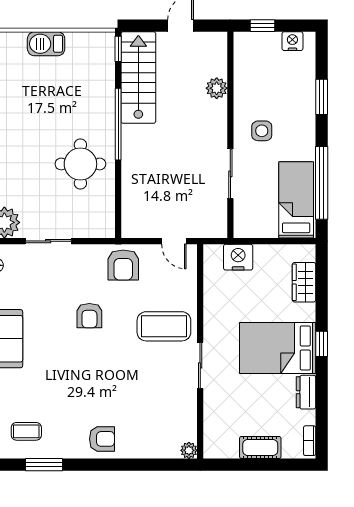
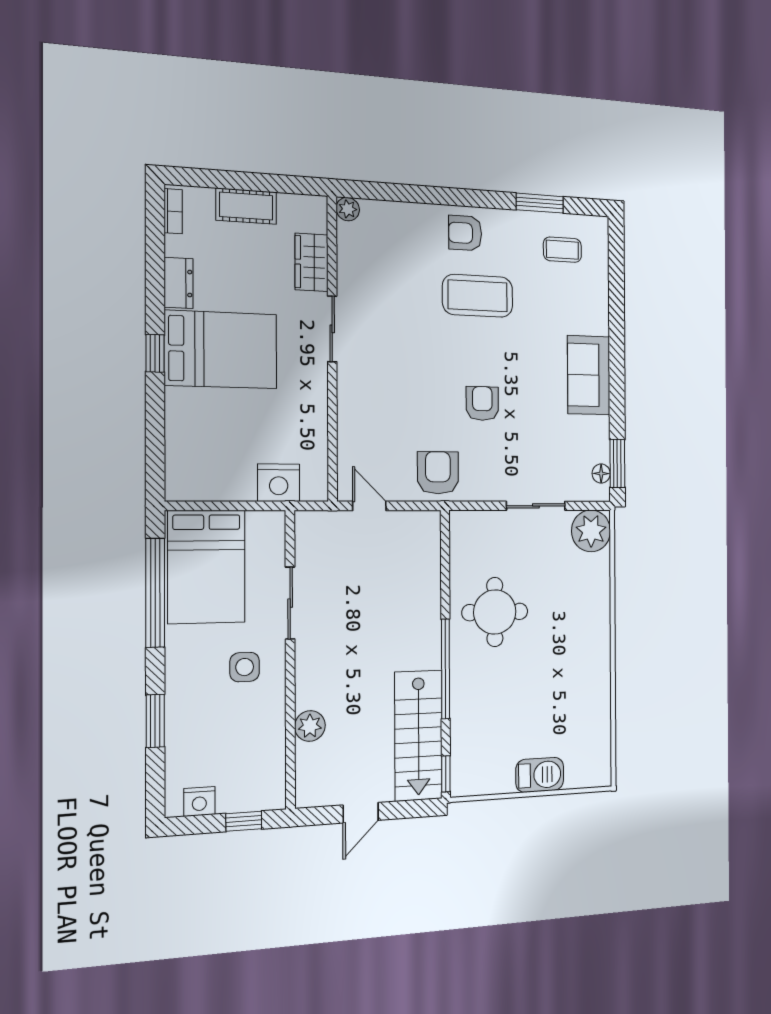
bed: (296, 200) -> (206, 567), width x1.50
wardrobe: (304, 282) -> (312, 262), moved, turned 180
coffee table: (164, 326) -> (478, 296), moved

